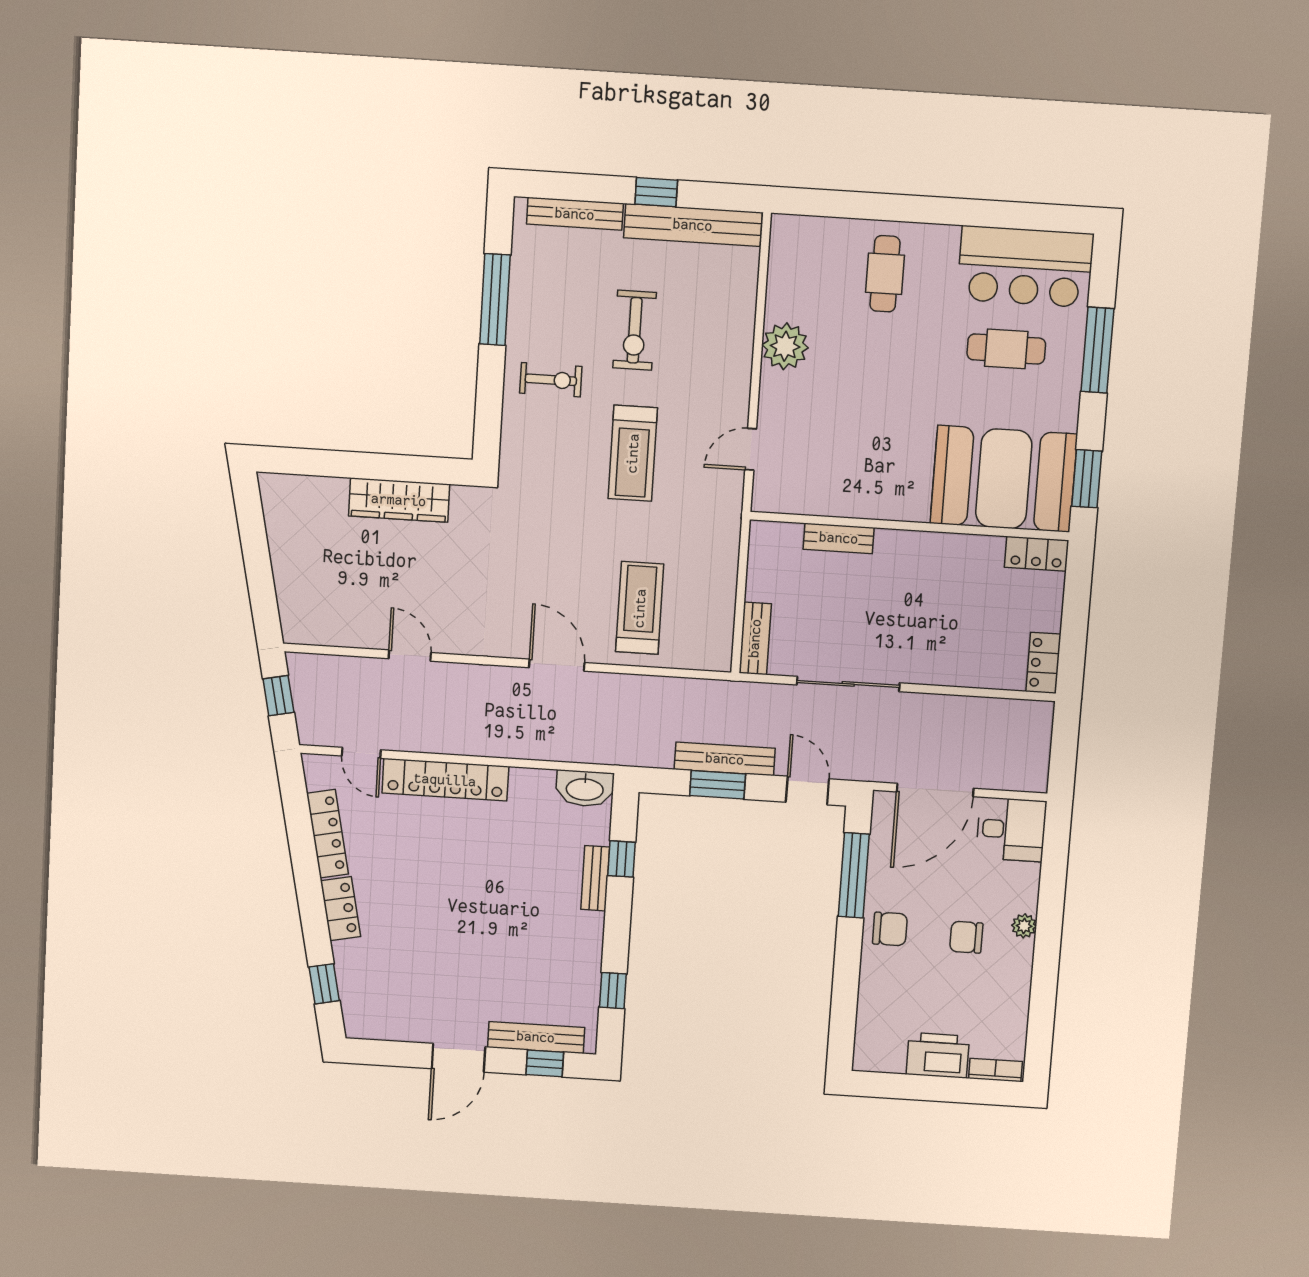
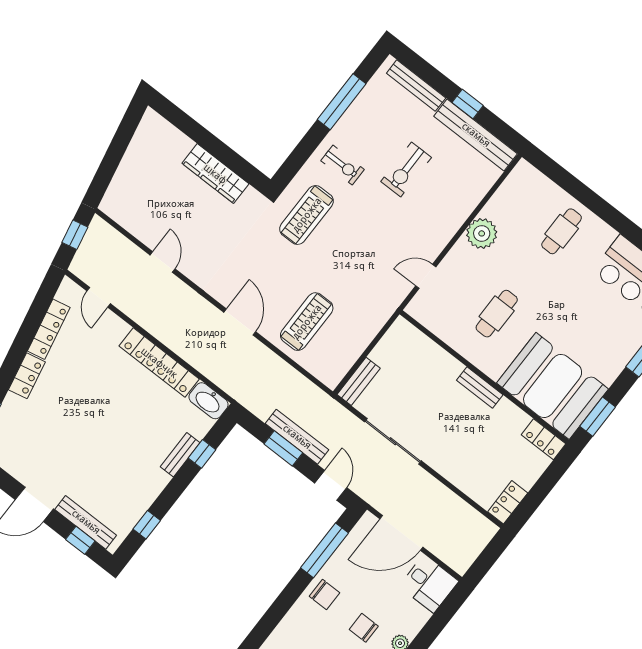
cafe table: (1006, 349) -> (497, 314), moved, turned 90
treadmill: (633, 453) -> (307, 215), moved
bench: (839, 538) -> (480, 388), moved
locker: (445, 780) -> (159, 363), moved

